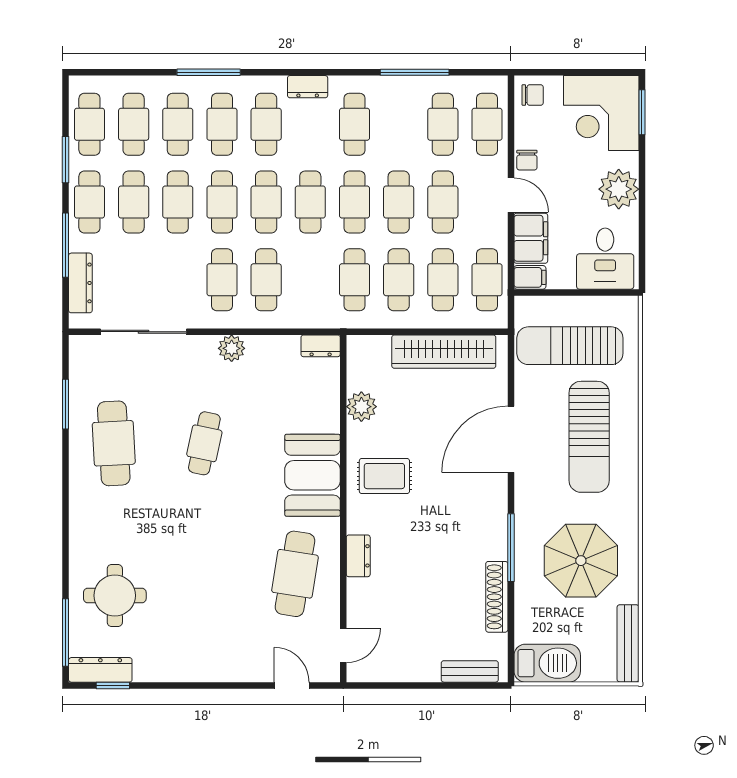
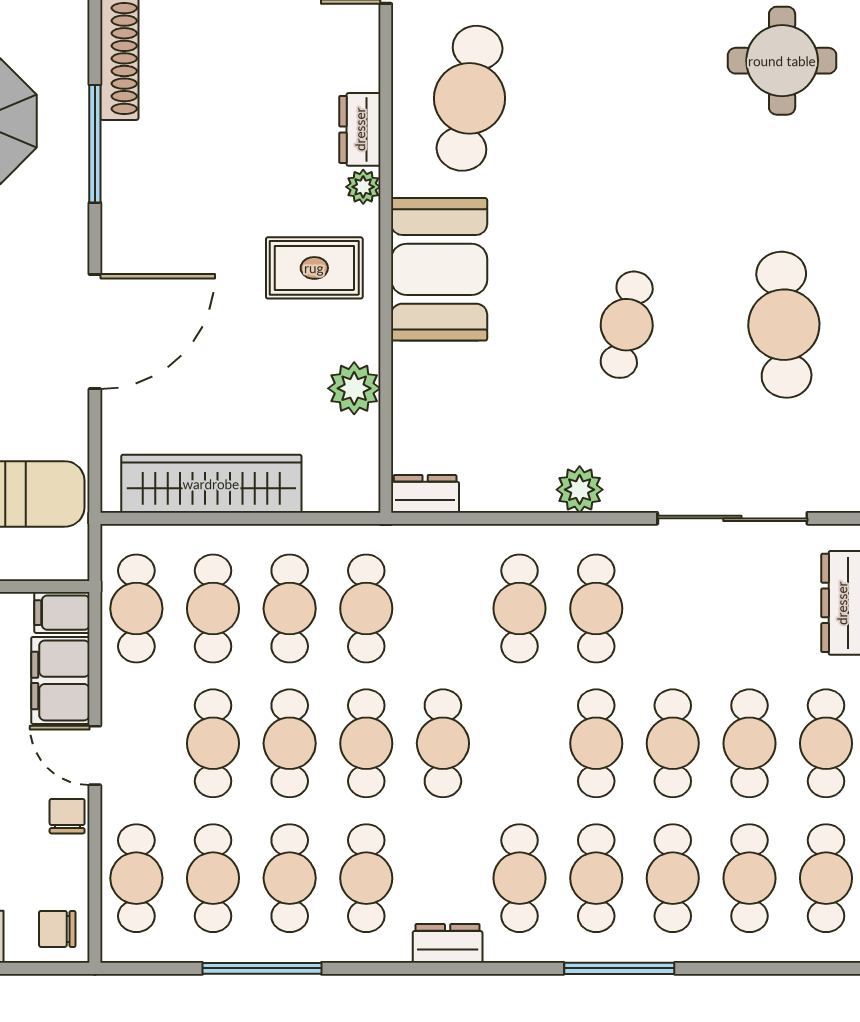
cafe table: (266, 202) -> (290, 878), moved
plant: (356, 523) -> (363, 187), added

